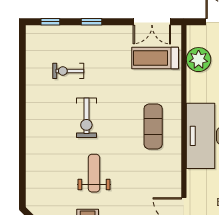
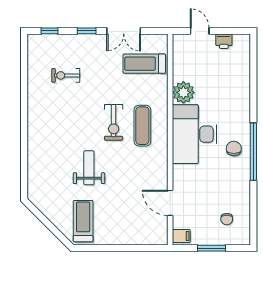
double door: (152, 22) -> (124, 31), moved
plant: (199, 60) -> (183, 92), moved
exercise bike: (86, 118) -> (114, 122), moved

